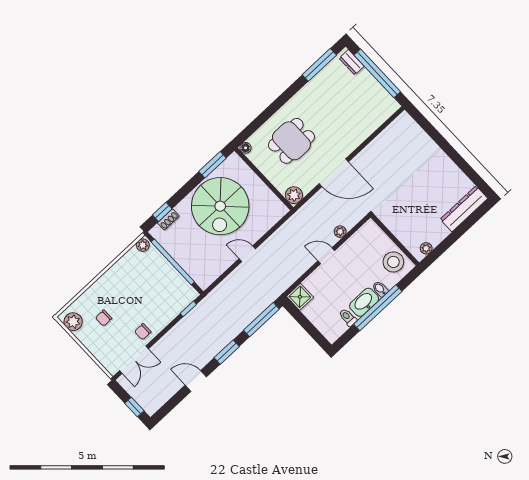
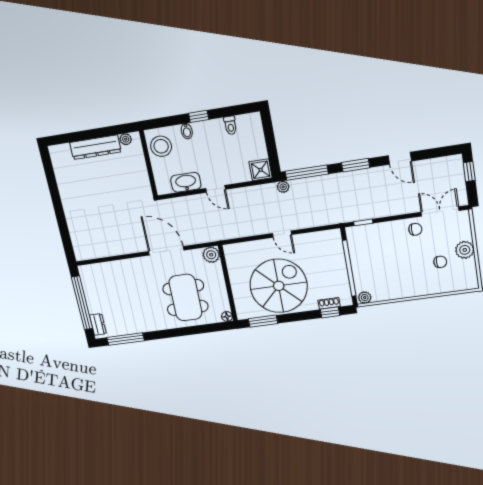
dining table: (291, 141) -> (185, 298), width x1.37
dresser: (464, 209) -> (95, 147), moved
plant: (340, 232) -> (283, 187), moved
washbasin: (364, 302) -> (186, 182), moved, turned 180
window: (378, 308) -> (199, 116), width x0.32
plant: (73, 322) -> (465, 250), moved

